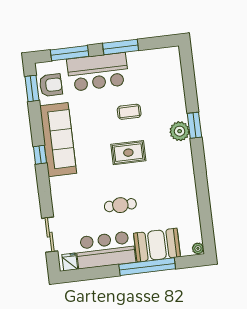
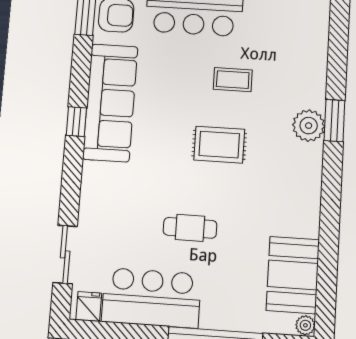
booth: (157, 245) -> (293, 275), moved, turned 90

